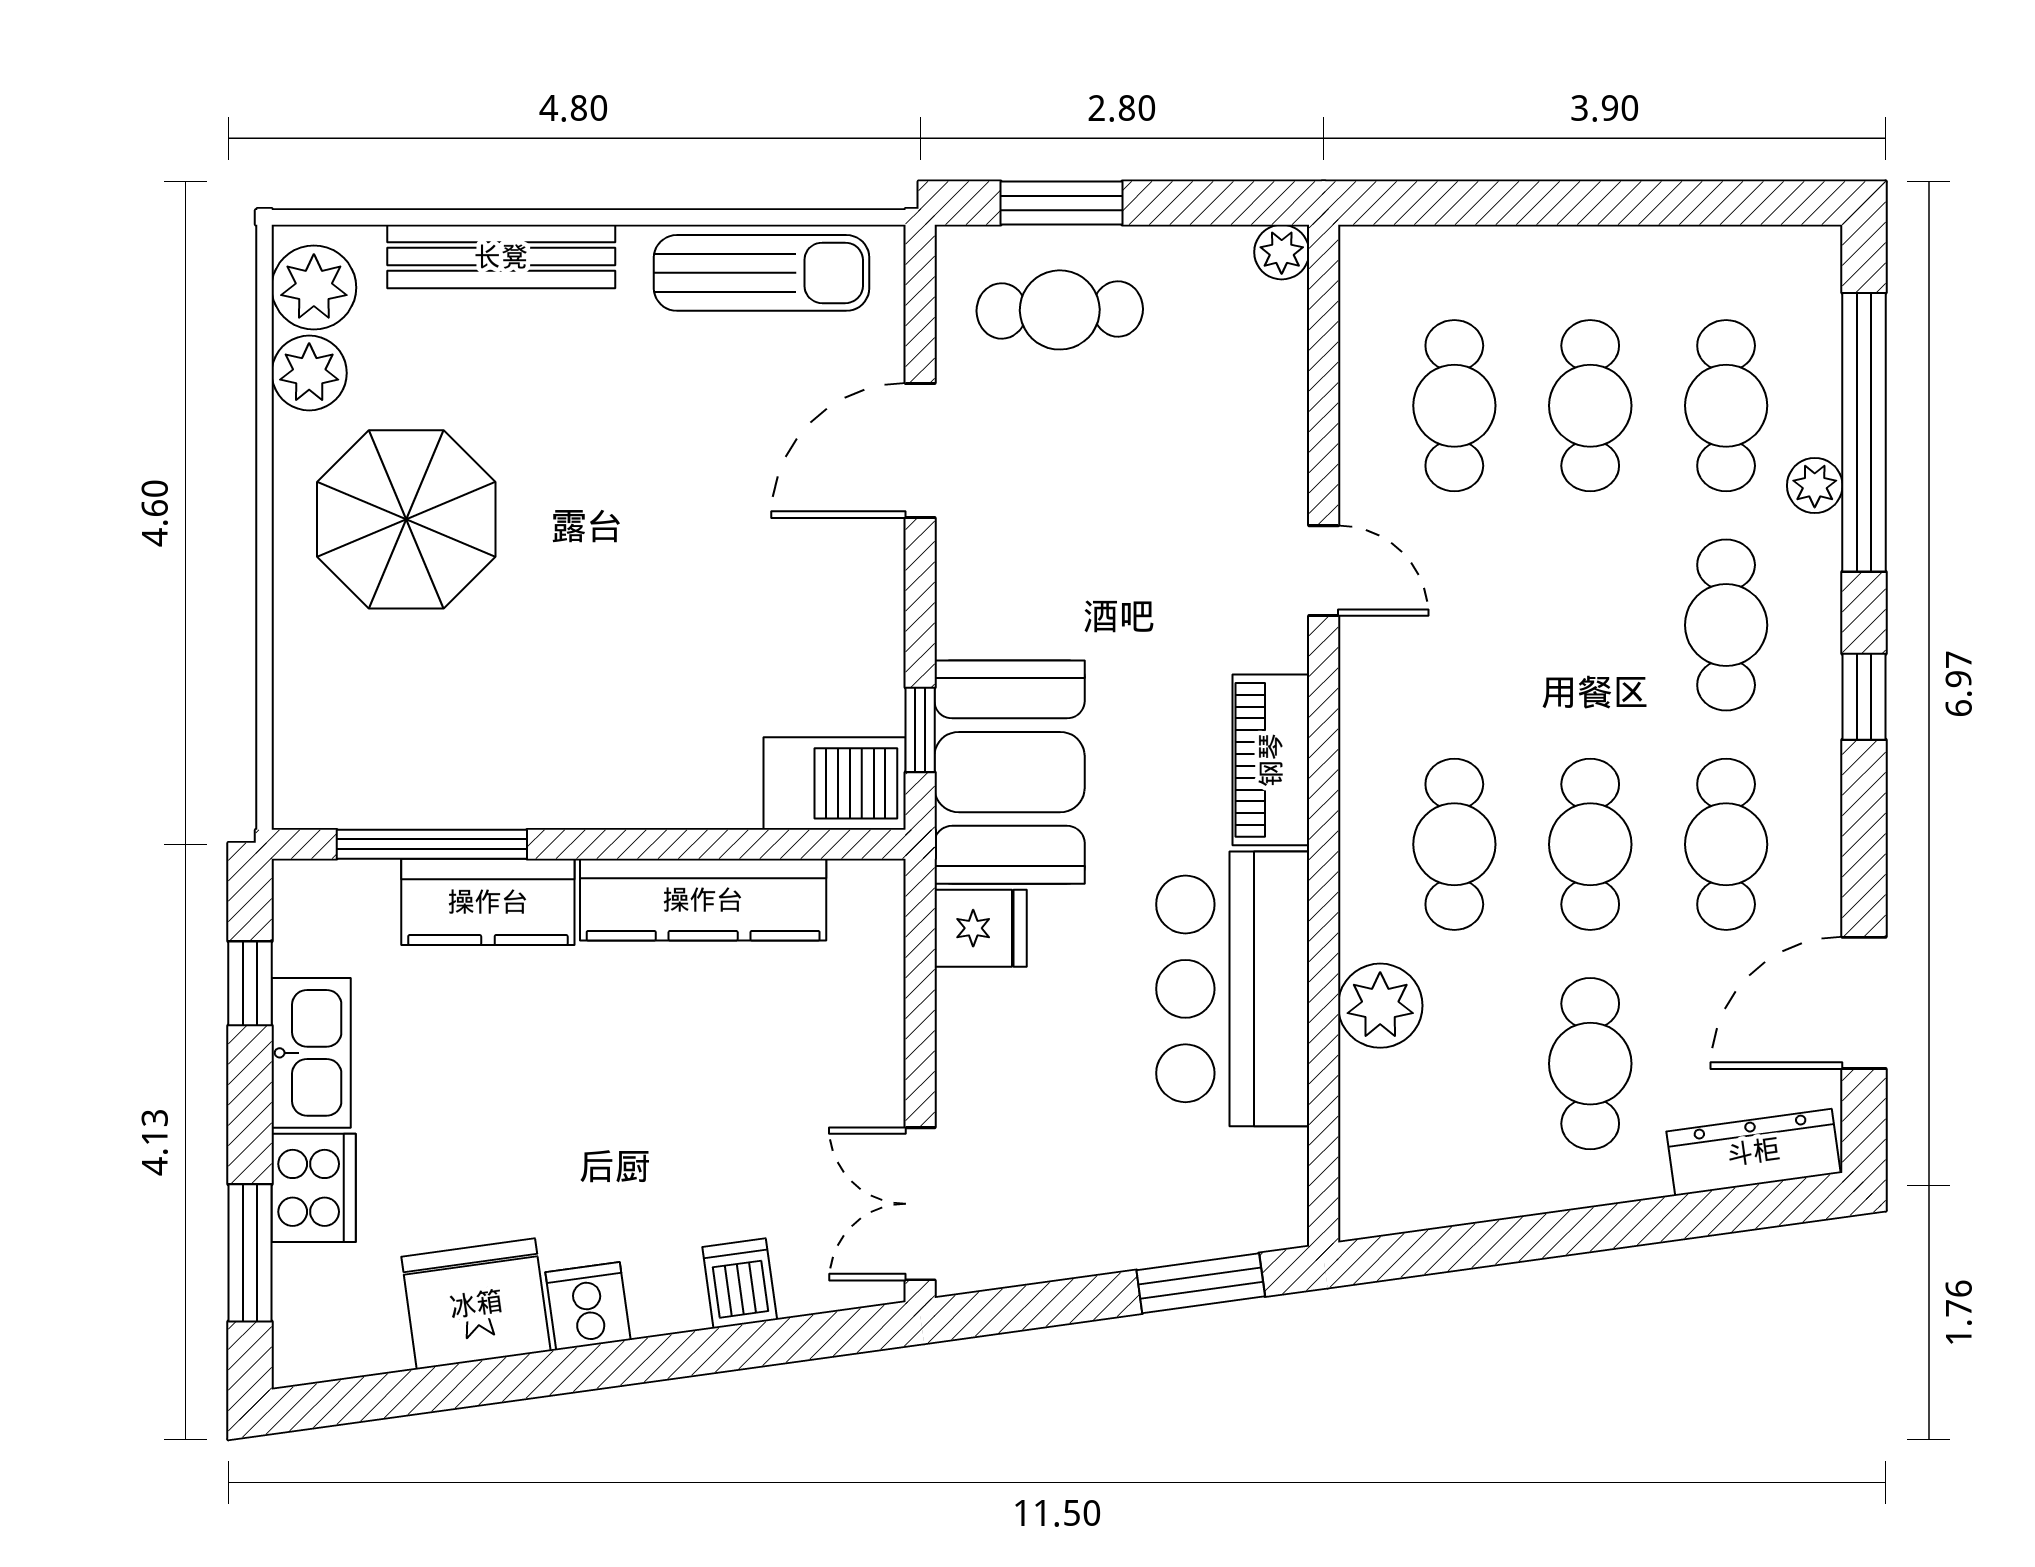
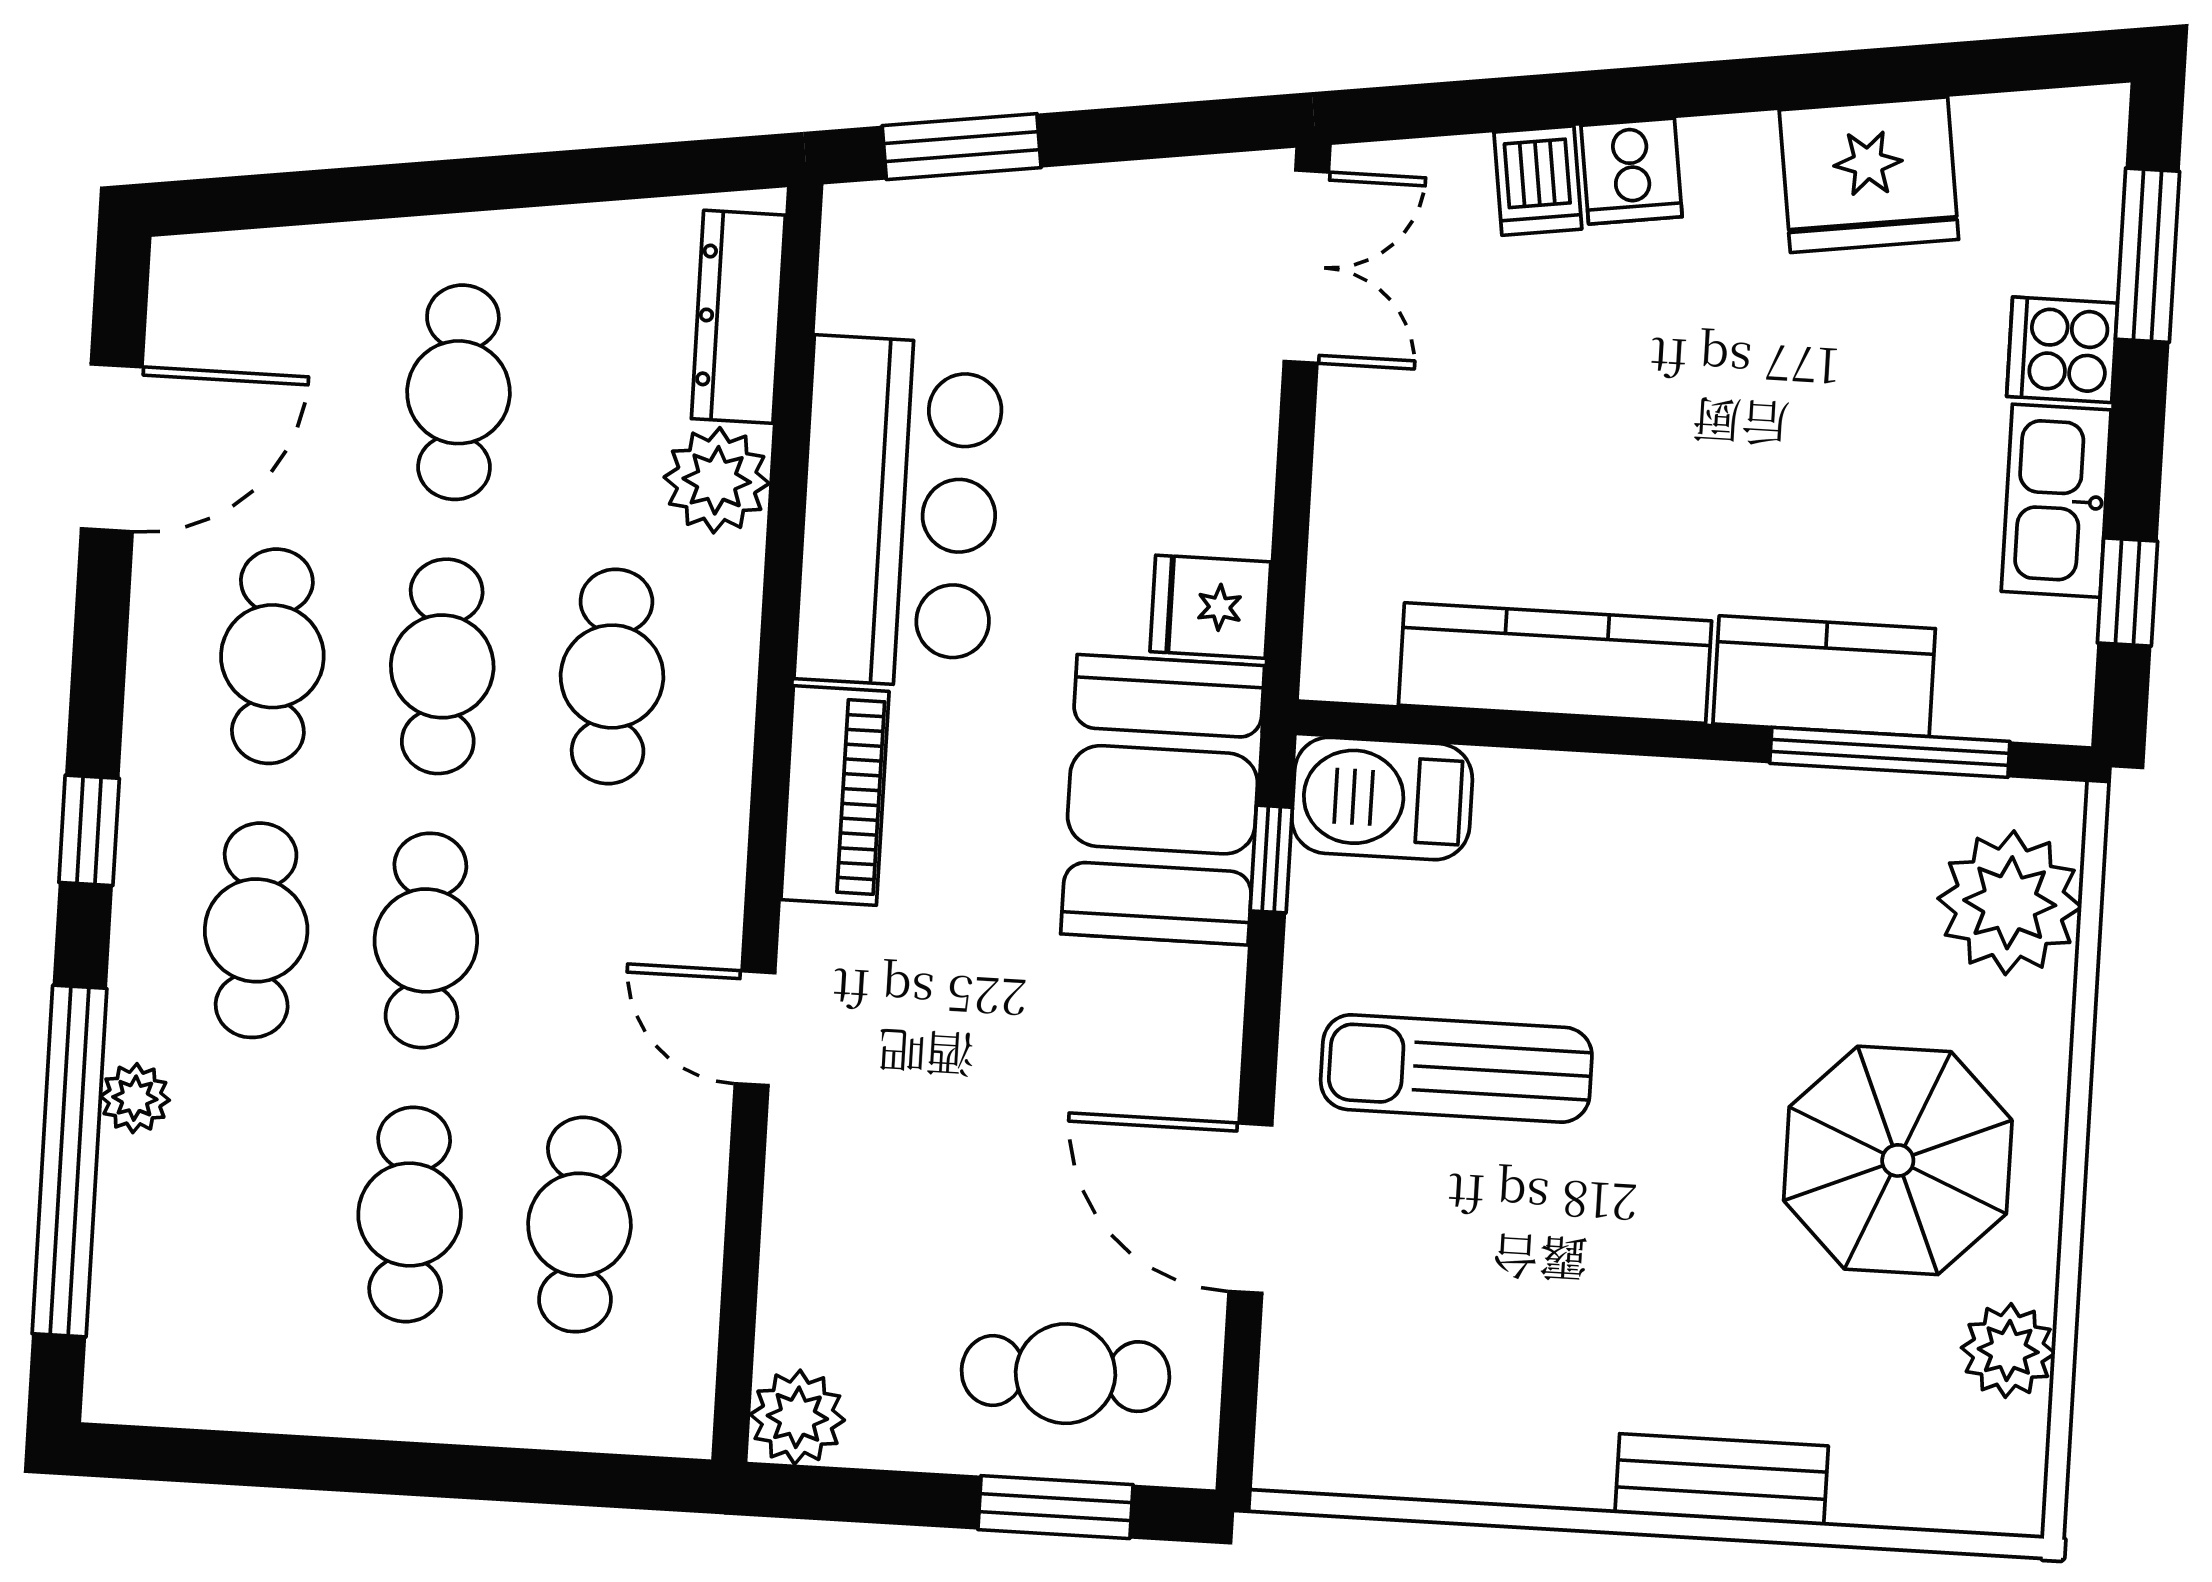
plant: (1282, 252) -> (797, 1417), width x1.38, depth x1.38
bench: (501, 257) -> (1722, 1480), width x0.73
sun lounger: (762, 273) -> (1456, 1068), moved
plant: (314, 288) -> (2010, 903), moved, width x1.36, depth x1.36
cafe table: (1726, 406) -> (426, 940), moved
door: (920, 451) -> (1250, 1208), swing flipped
dresser: (1753, 1152) -> (738, 317), moved, turned 98
cooker: (314, 1188) -> (2062, 350), width x0.73
cooker: (588, 1306) -> (1632, 171), moved

